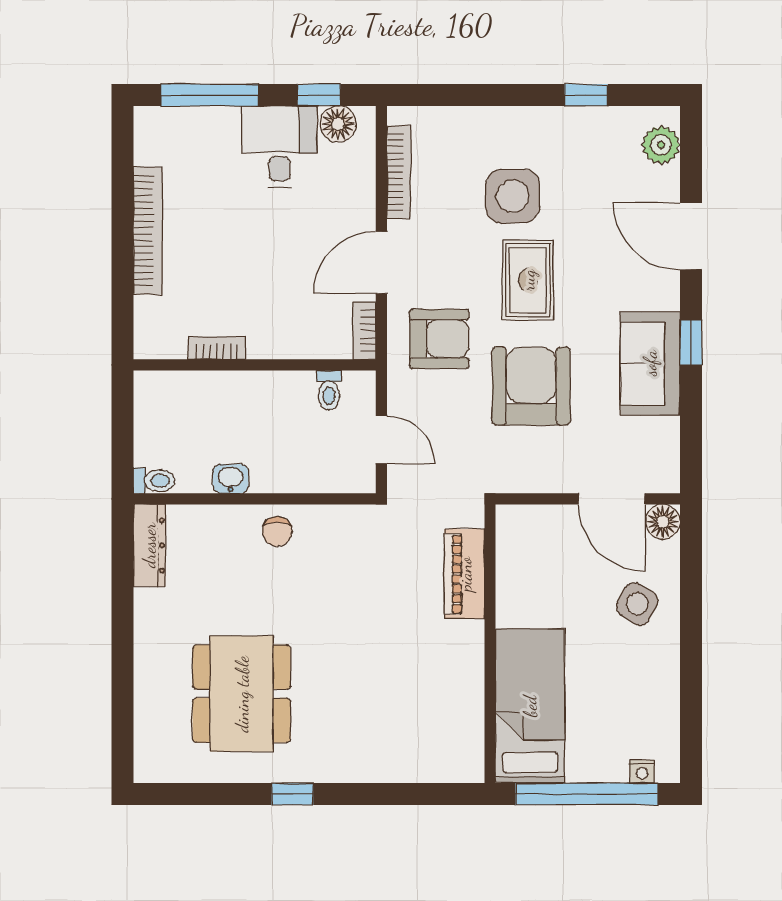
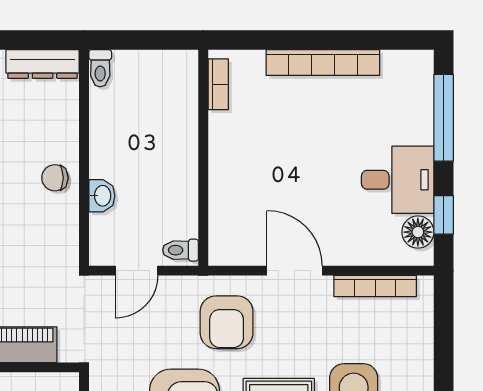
bookcase: (365, 331) -> (234, 256), removed
bookcase: (217, 348) -> (218, 84), moved
toilet: (329, 390) -> (181, 250), moved
washbasin: (231, 479) -> (102, 196), moved

